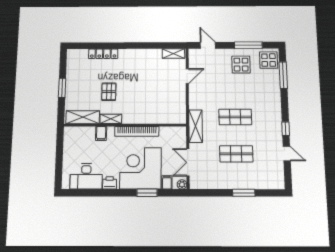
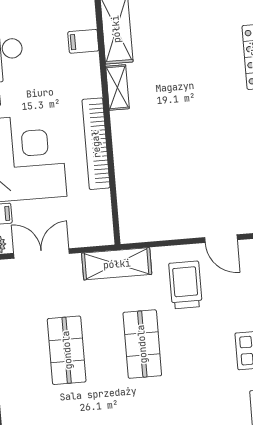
pallet: (109, 92) -> (174, 77), removed
trolley: (208, 94) -> (185, 285), added
filing cabinet: (101, 134) -> (83, 41), moved

